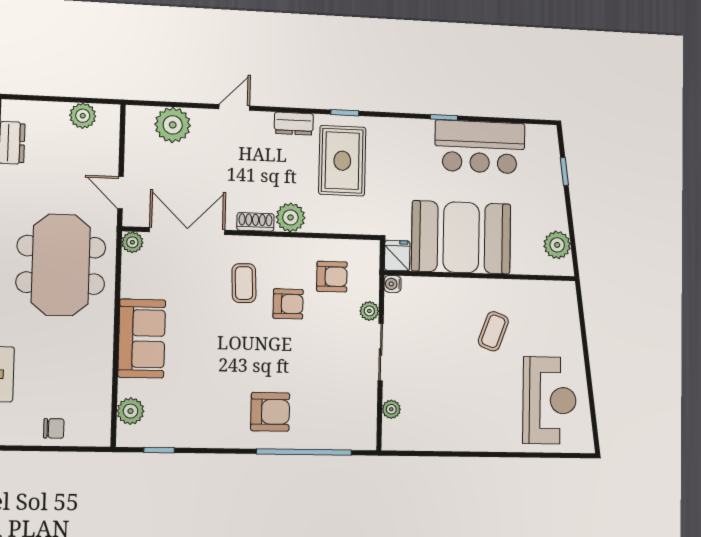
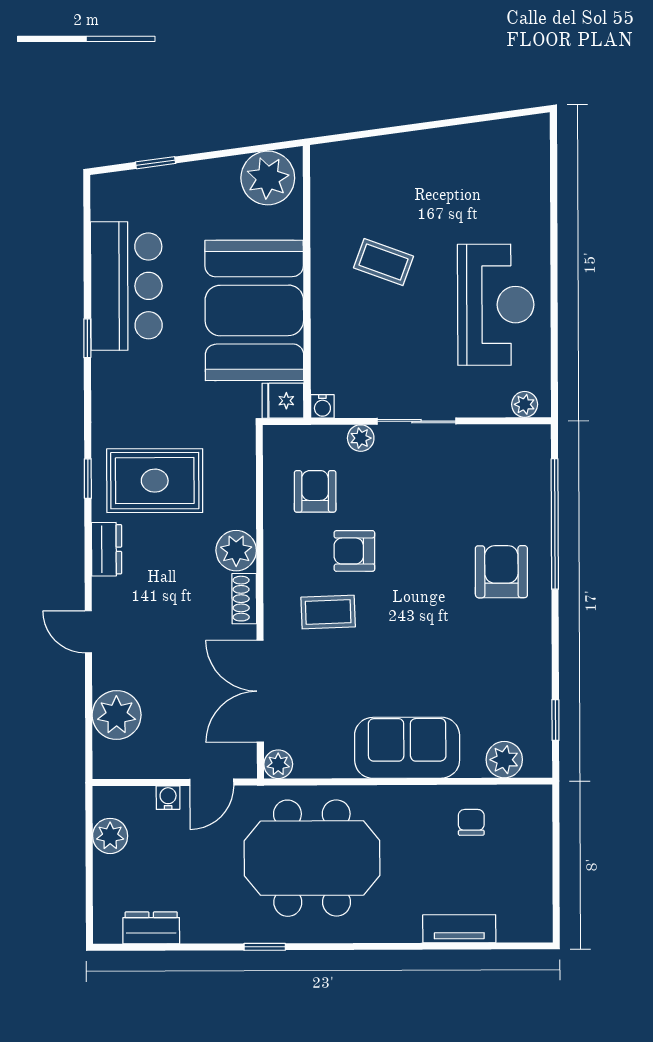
water cooler: (110, 160) -> (168, 798), added
plant: (557, 245) -> (268, 178), width x1.36, depth x1.36
armchair: (288, 304) -> (354, 551), turned -90
reception desk: (549, 400) -> (496, 305), moved, turned 90
plant: (391, 409) -> (525, 404), moved
chair: (54, 428) -> (471, 822), moved

